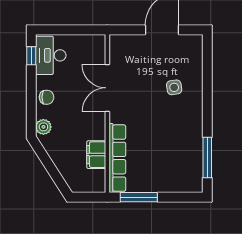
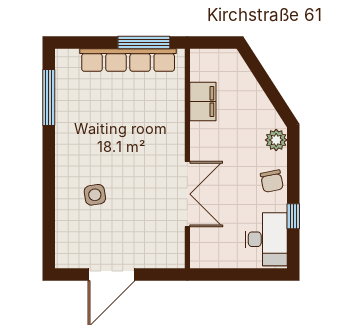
window: (31, 56) -> (293, 216), moved
chair: (47, 97) -> (272, 181), turned -101
row of seats: (117, 158) -> (128, 60), moved, turned -90

